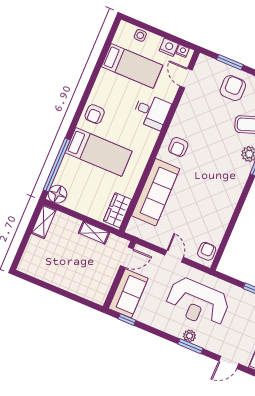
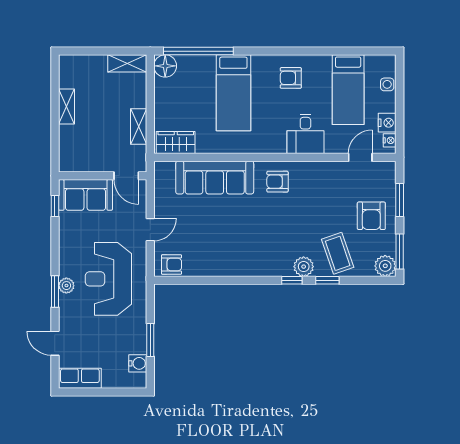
armchair: (233, 88) -> (371, 216), turned 90
armchair: (95, 114) -> (291, 78), moved
shelving: (57, 280) -> (67, 107), added

